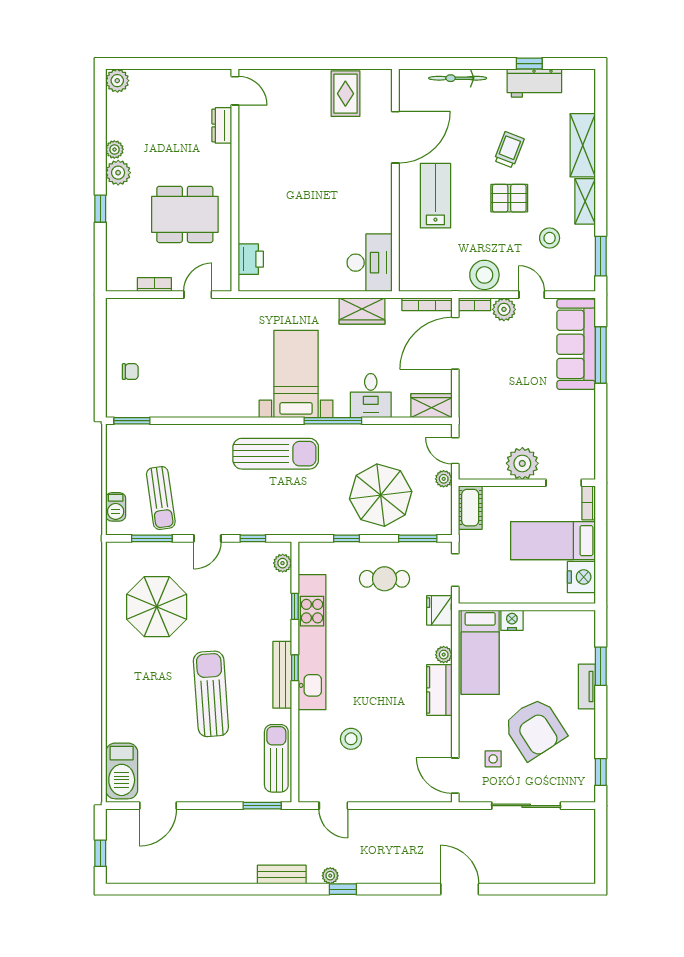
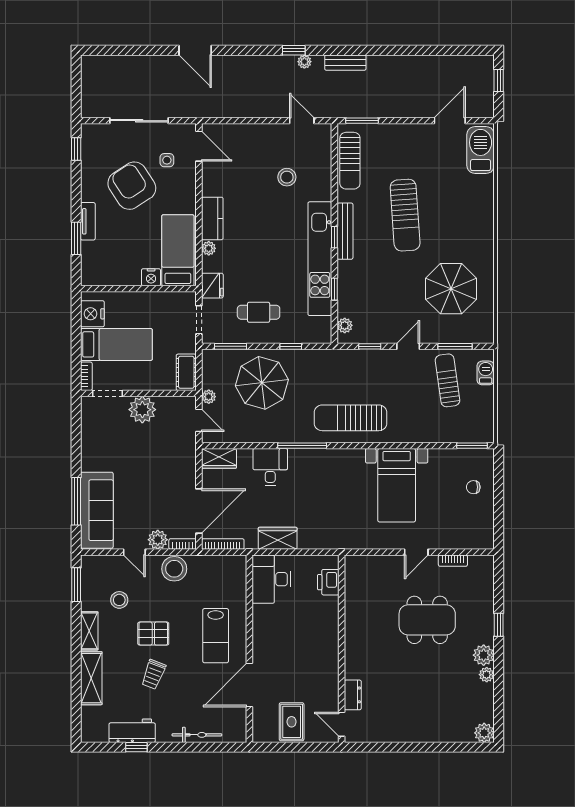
door: (235, 91) -> (342, 724), moved
dresser: (222, 125) -> (353, 695), moved
wall: (235, 180) -> (342, 649), moved
printer: (251, 259) -> (328, 582), moved
bed with nightstands: (296, 374) -> (397, 485), moved

